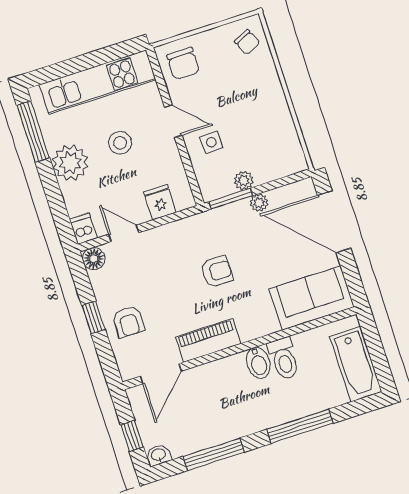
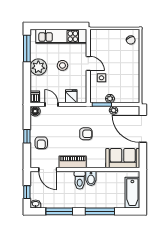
chair: (183, 63) -> (100, 40), removed
toilet: (284, 359) -> (80, 180), moved
door: (161, 374) -> (48, 170), hinge flipped

